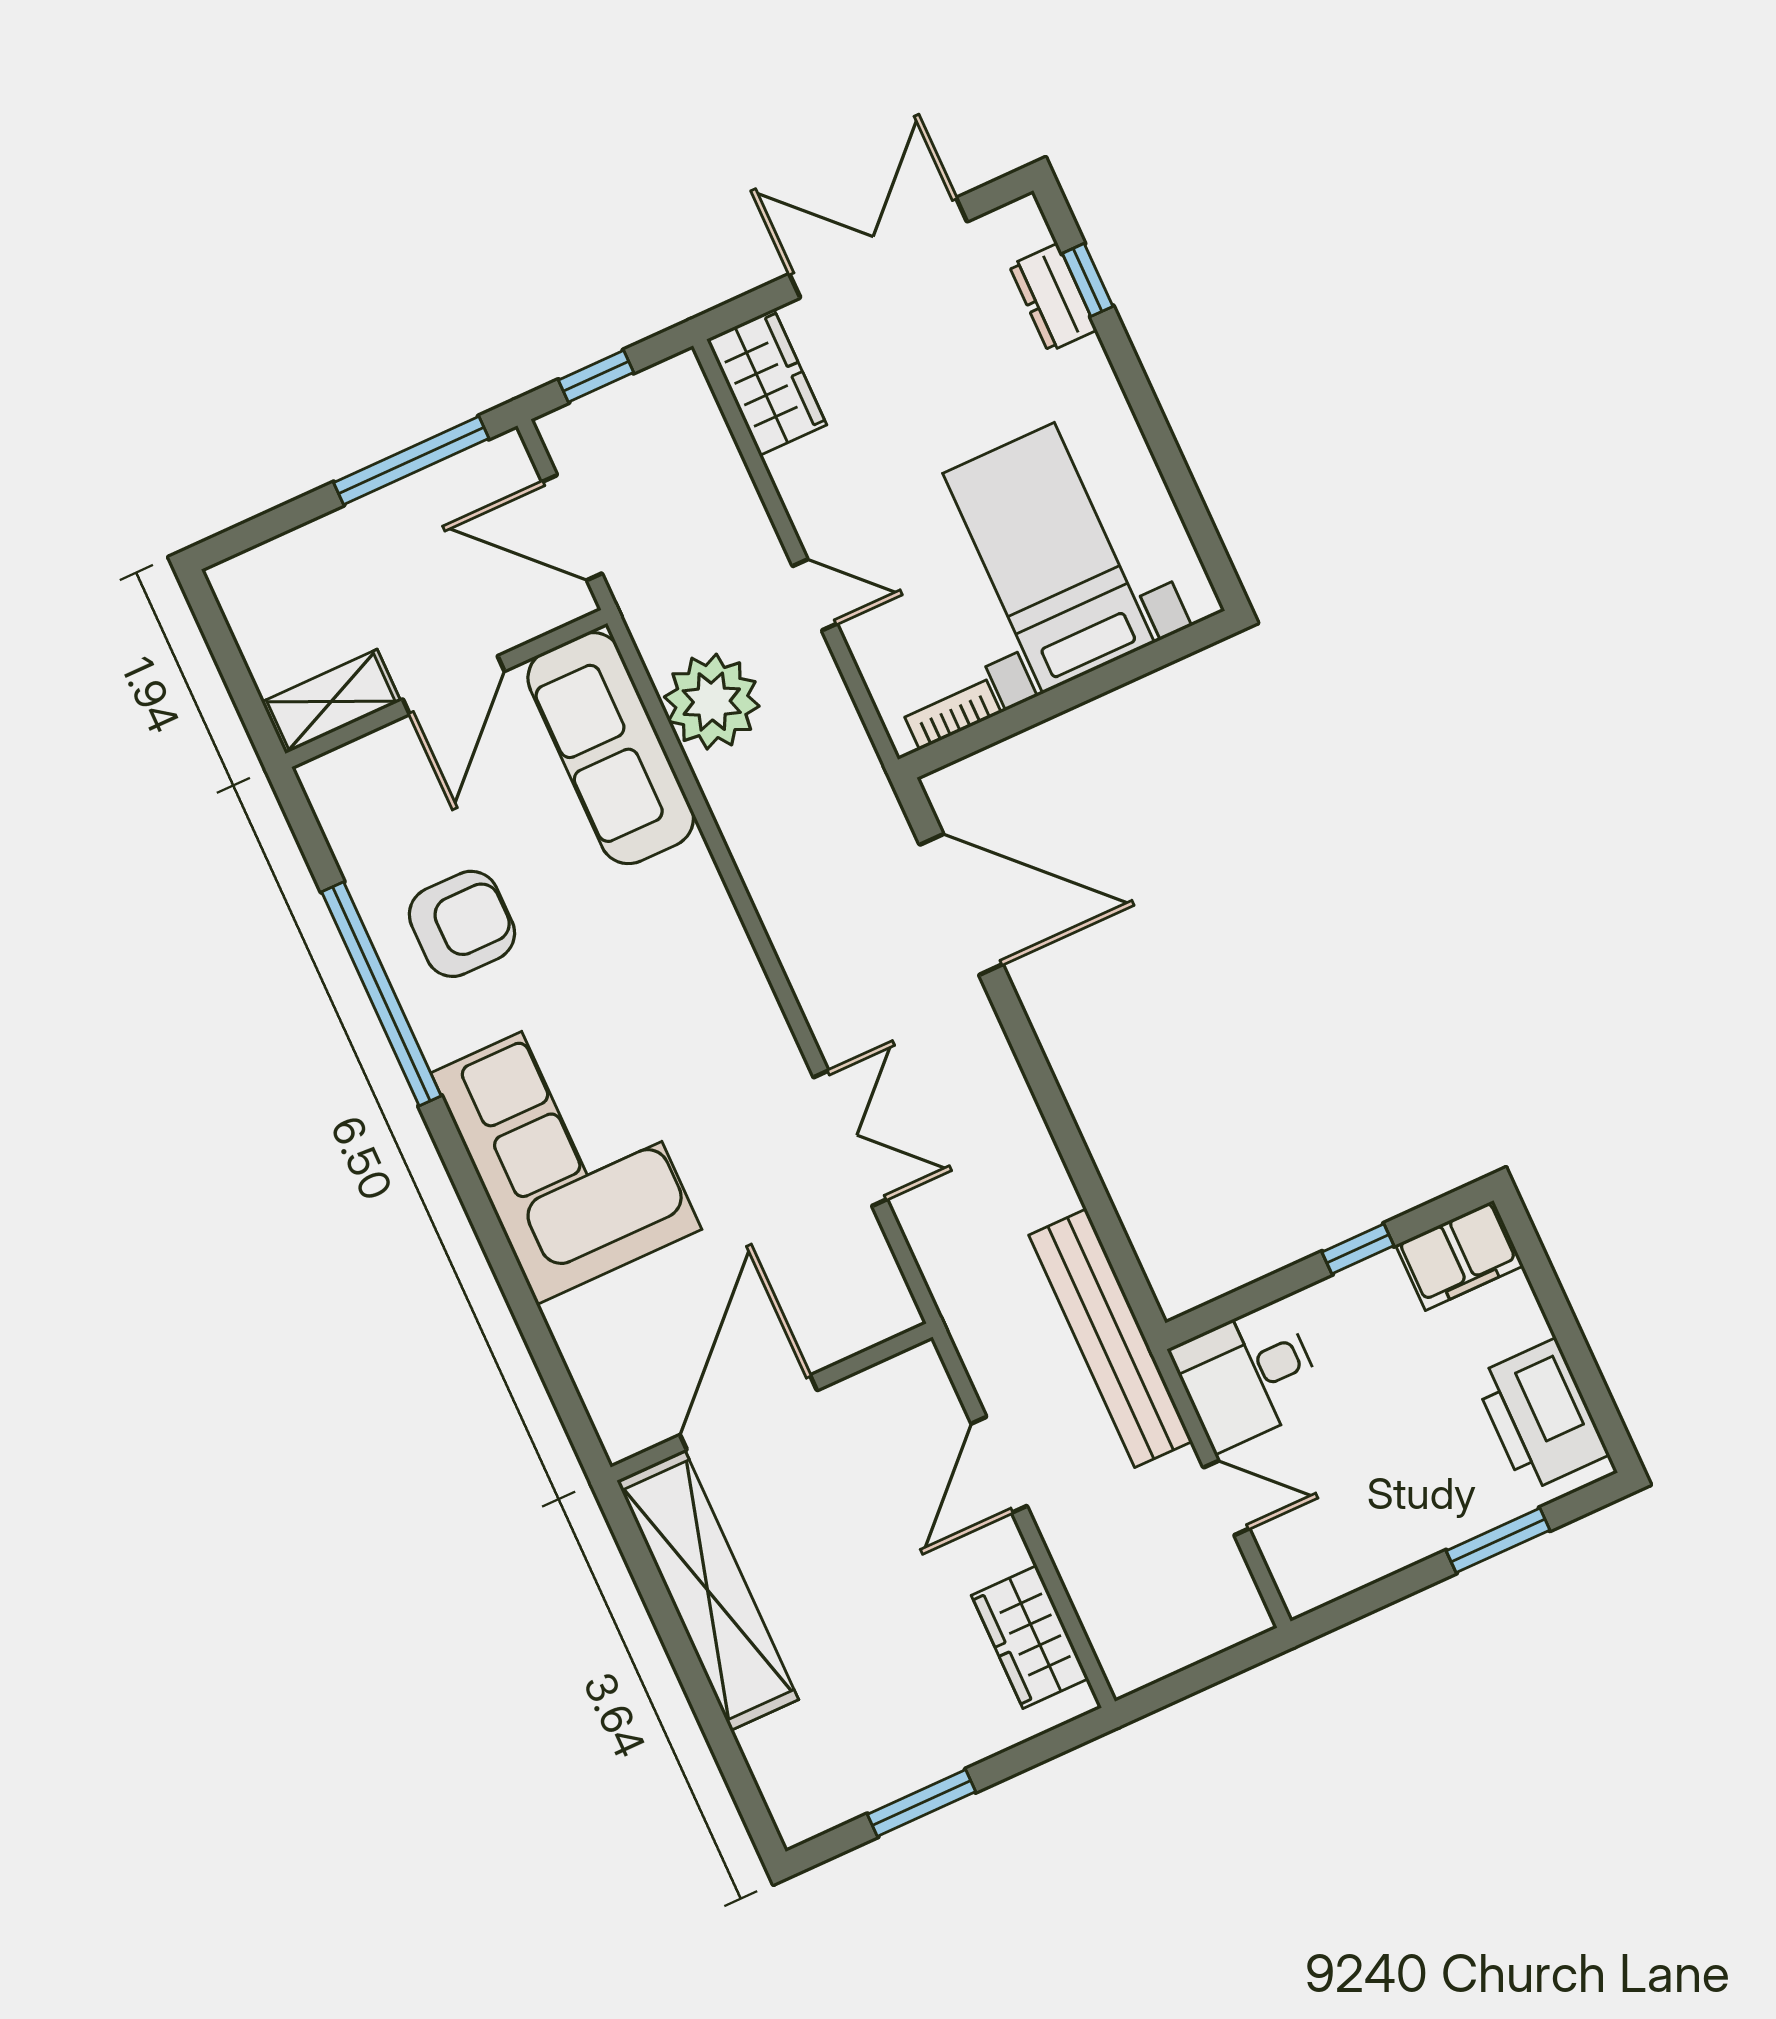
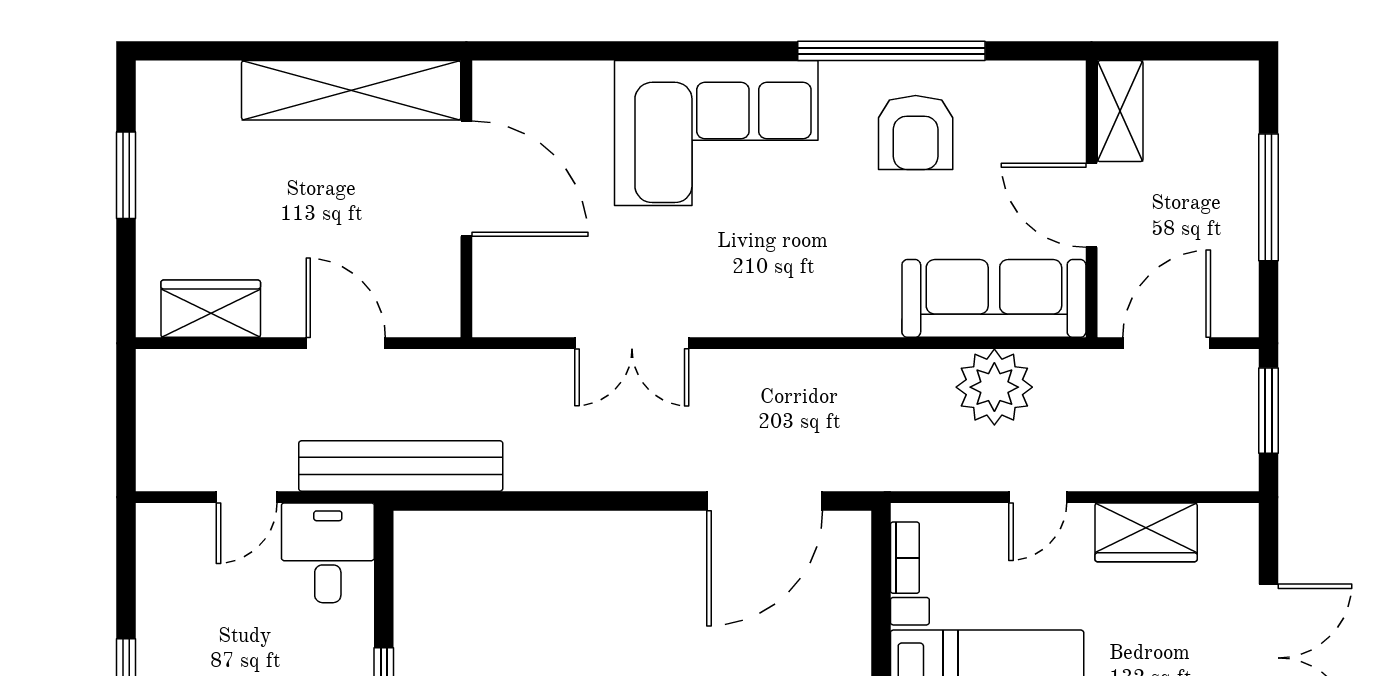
window: (596, 376) -> (1268, 411), width x1.50
wardrobe: (767, 382) -> (1146, 532), moved
window: (411, 461) -> (1268, 197), moved

